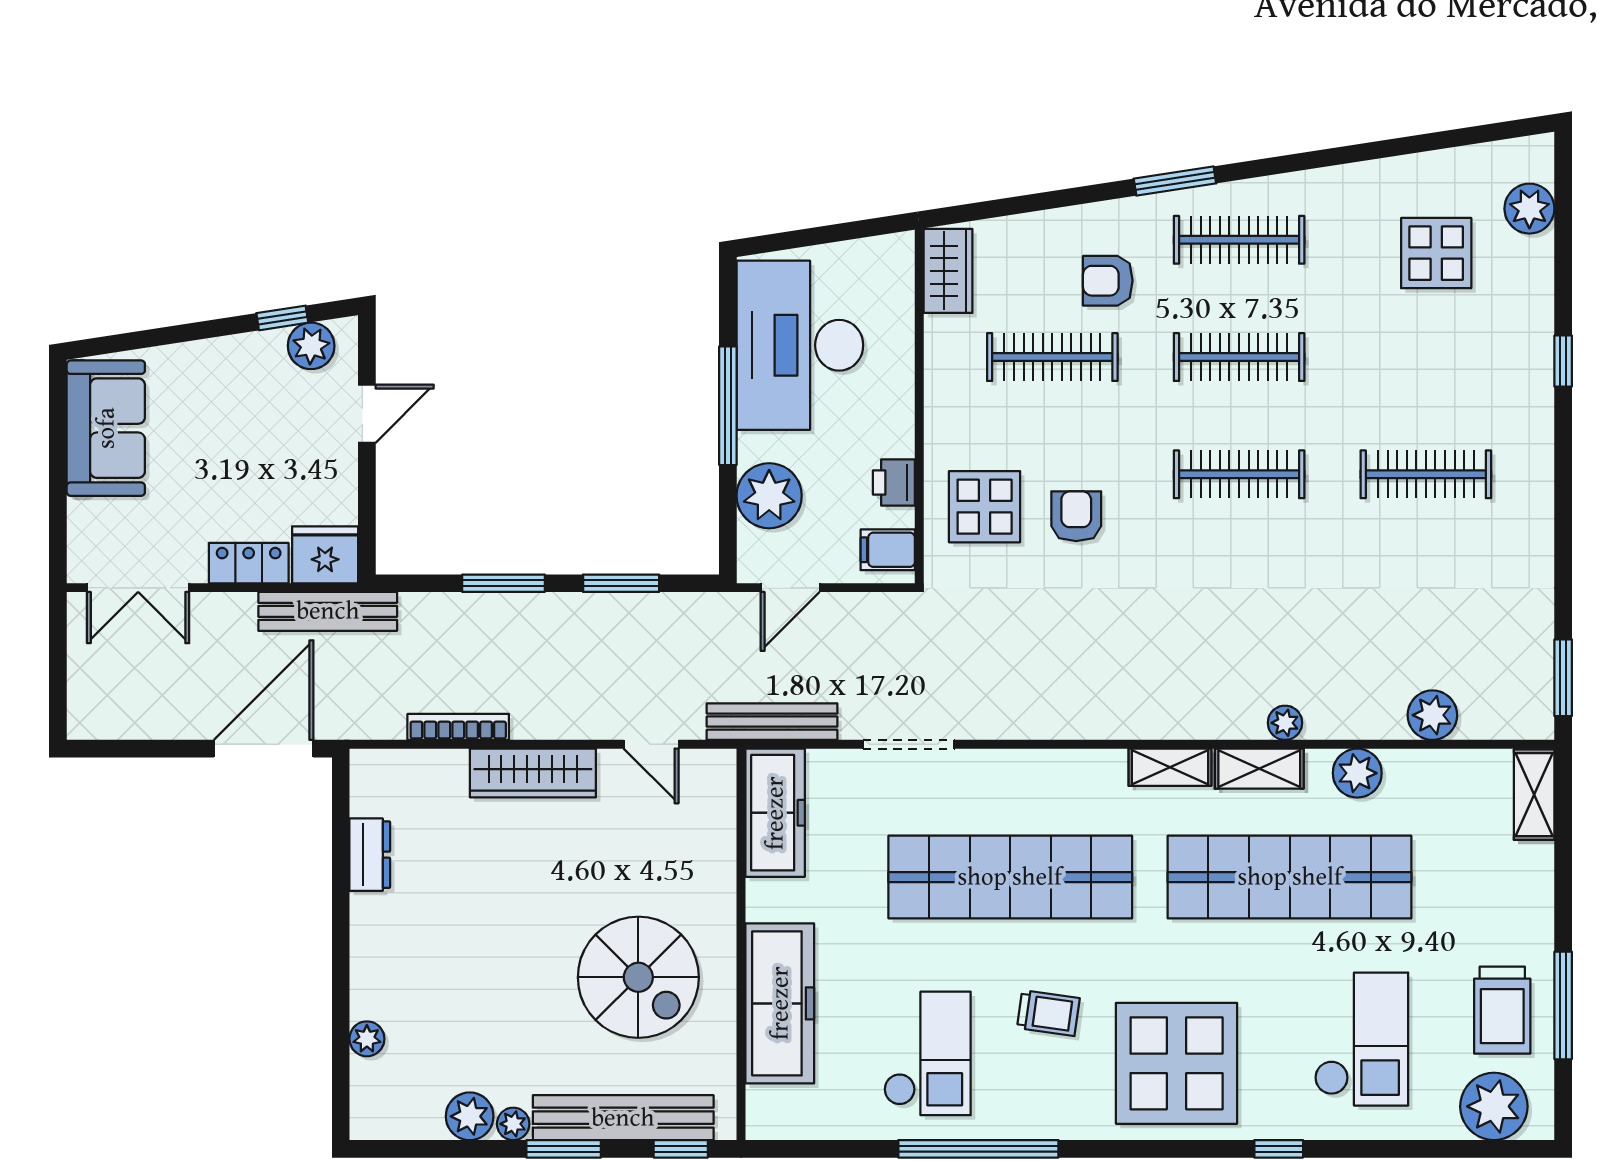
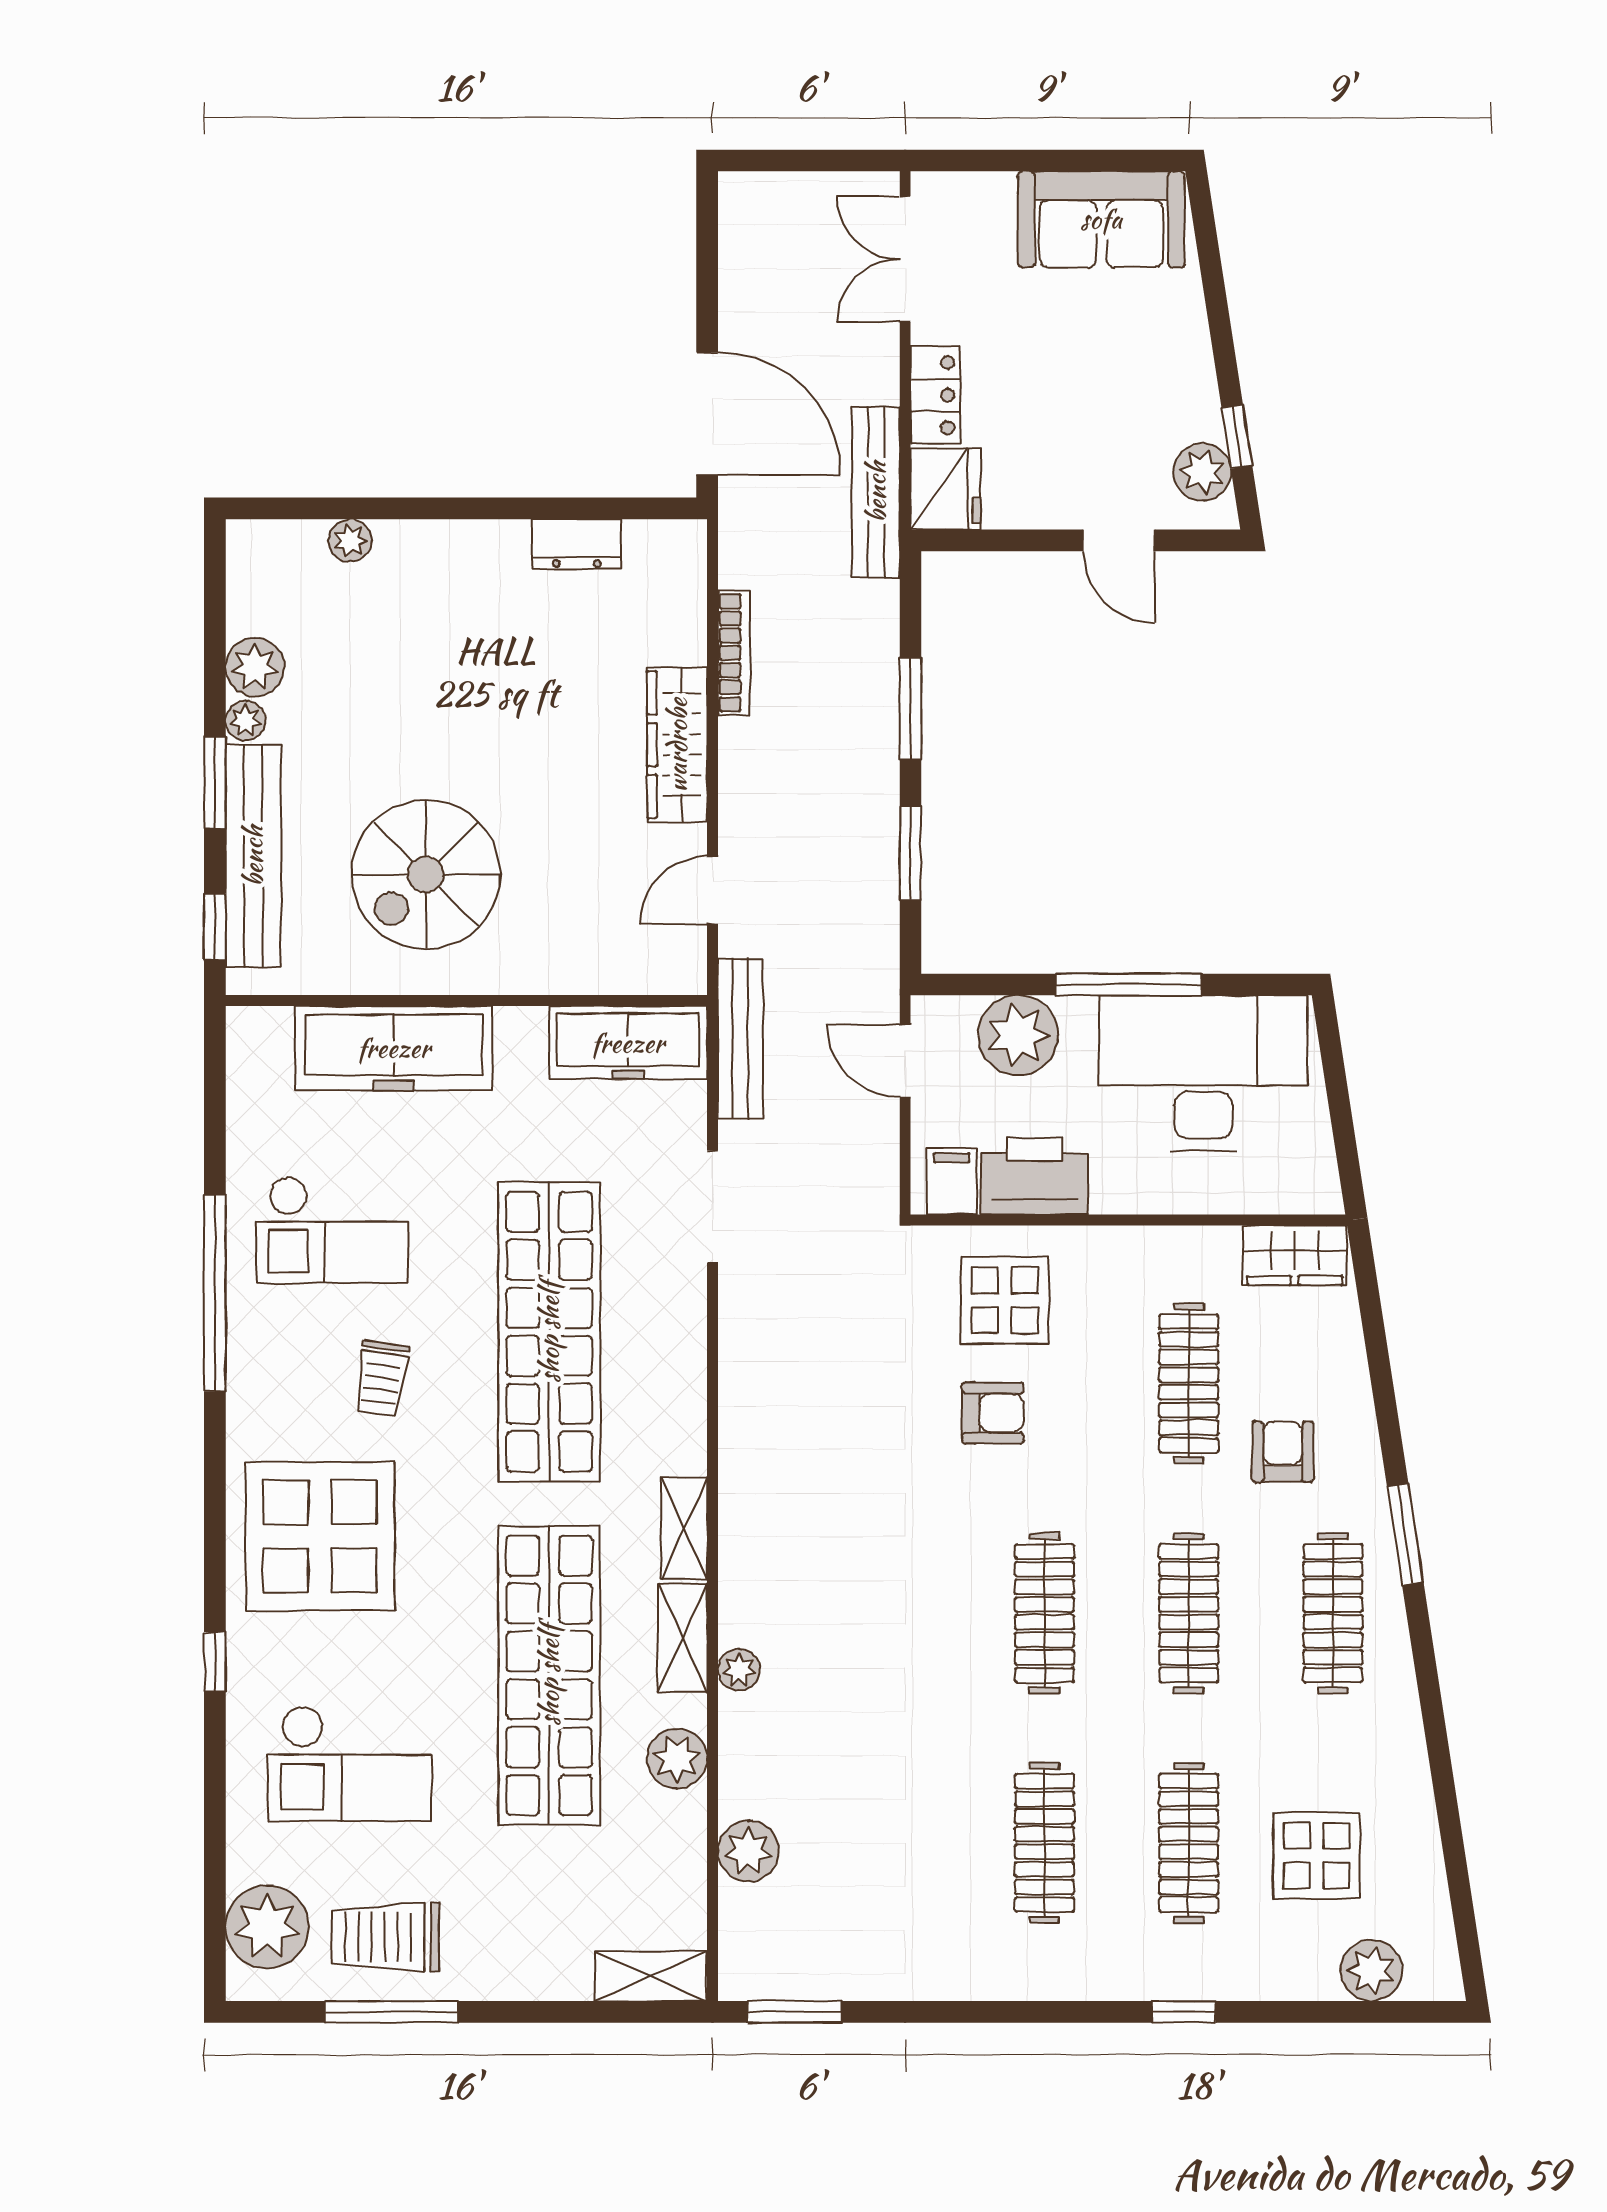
clothes rail: (1426, 357) -> (1189, 1843), added
printer: (894, 482) -> (1034, 1176), width x1.87, depth x1.48

